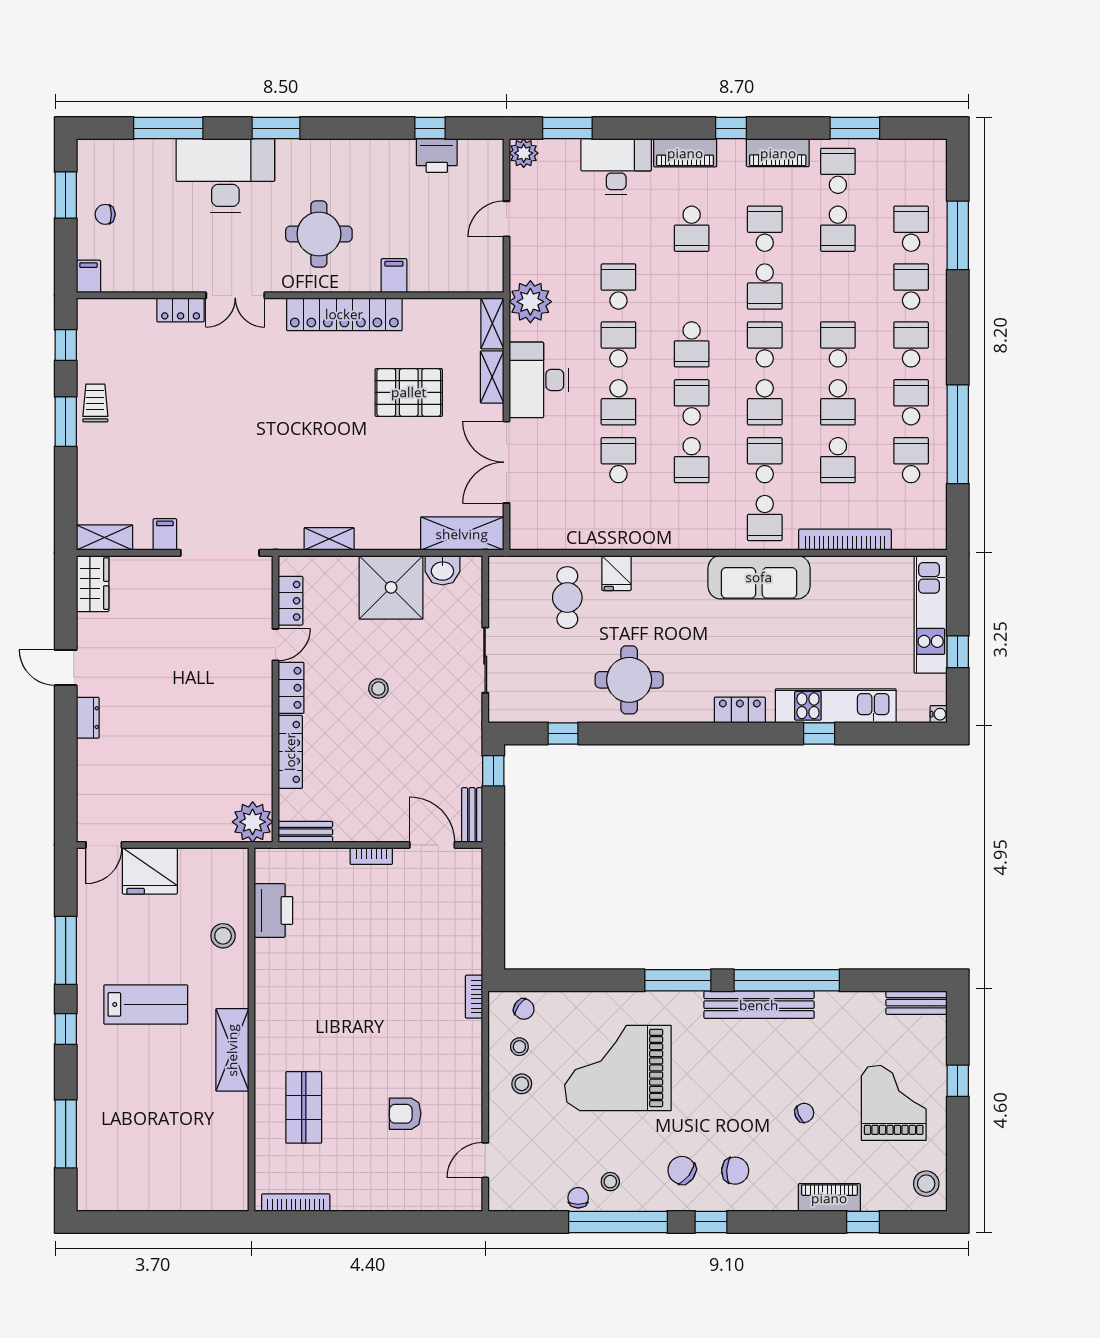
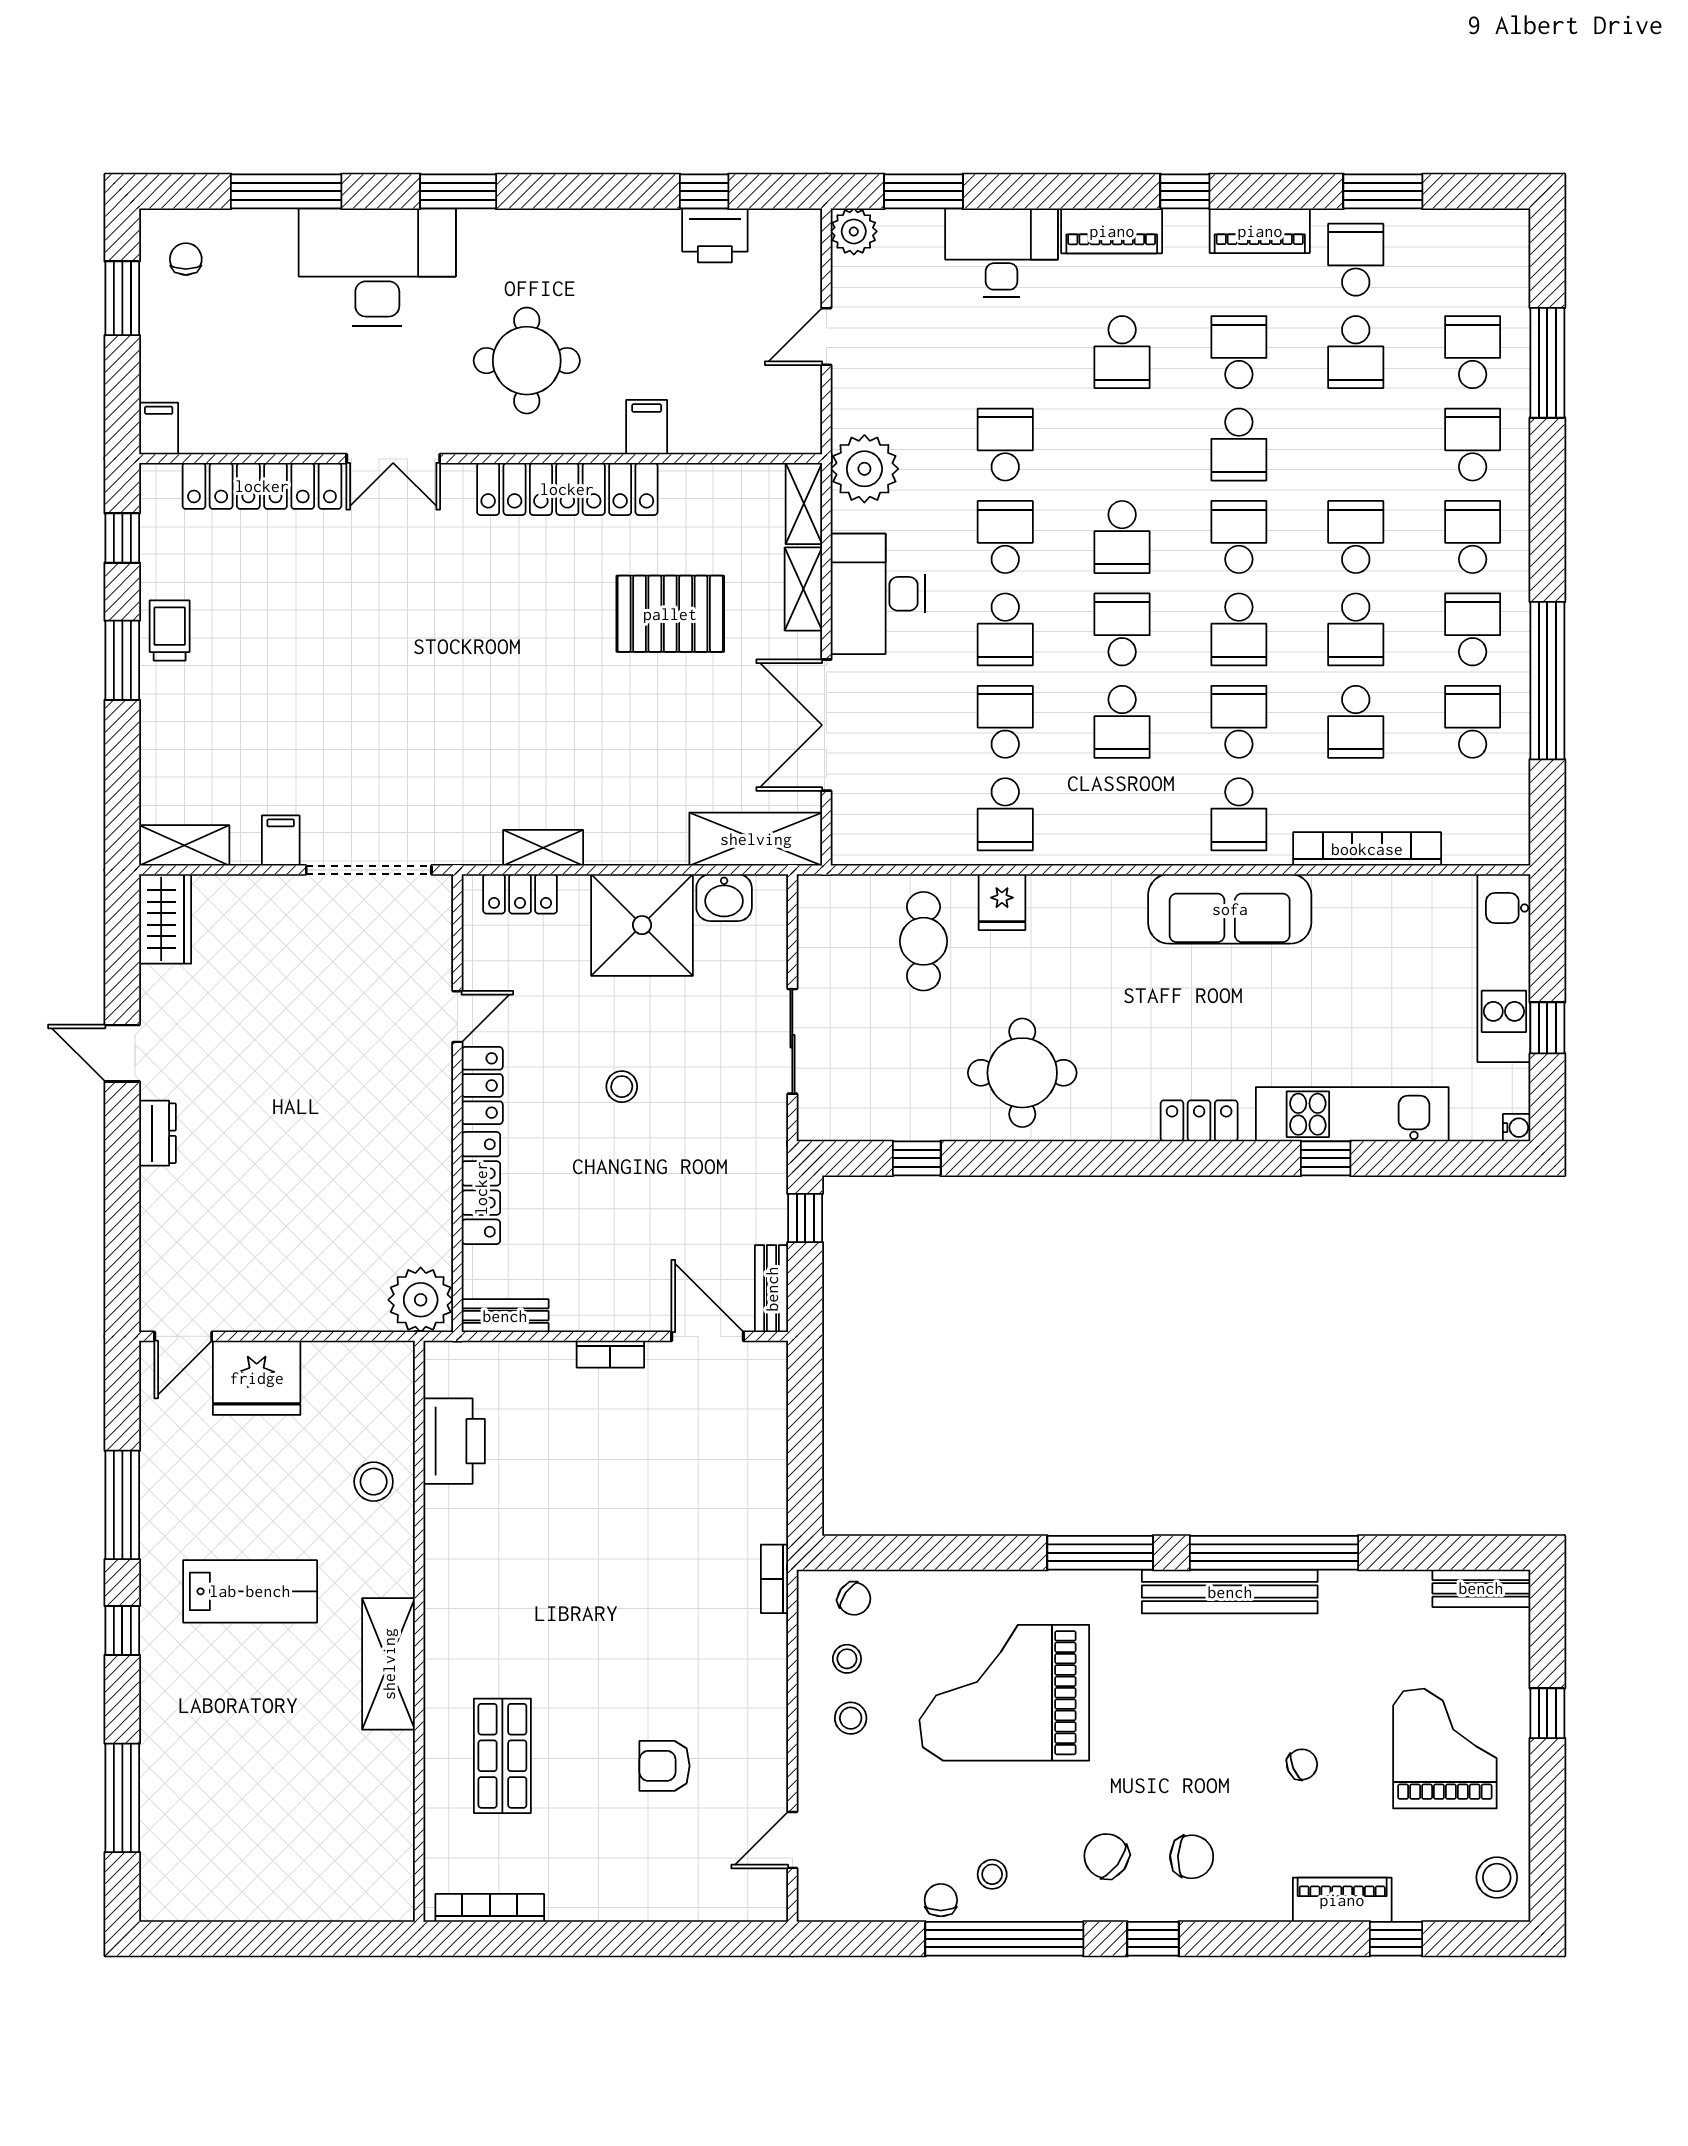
chair: (105, 214) -> (186, 259), moved, turned 90
locker: (181, 310) -> (262, 486), width x2.16, depth x1.21
school desk: (618, 518) -> (1005, 814), added
locker: (290, 601) -> (520, 894), moved, turned 90

